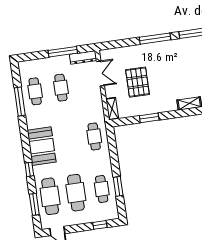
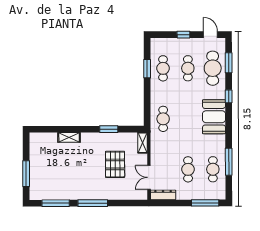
window: (63, 52) -> (205, 203), moved
cafe table: (76, 193) -> (188, 68), width x0.73, depth x0.74
window: (100, 225) -> (183, 35), moved

